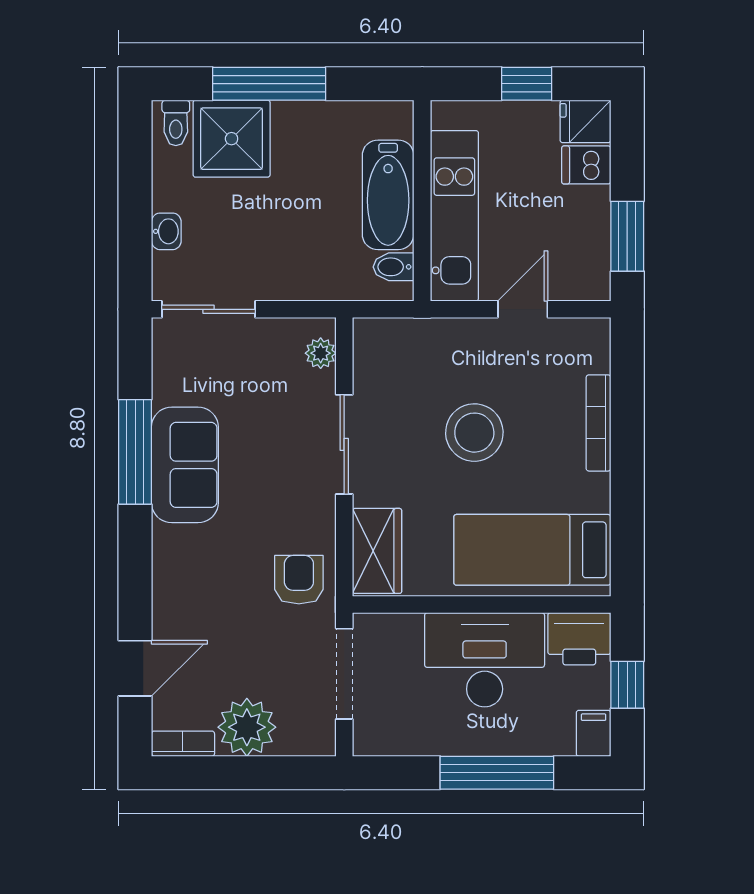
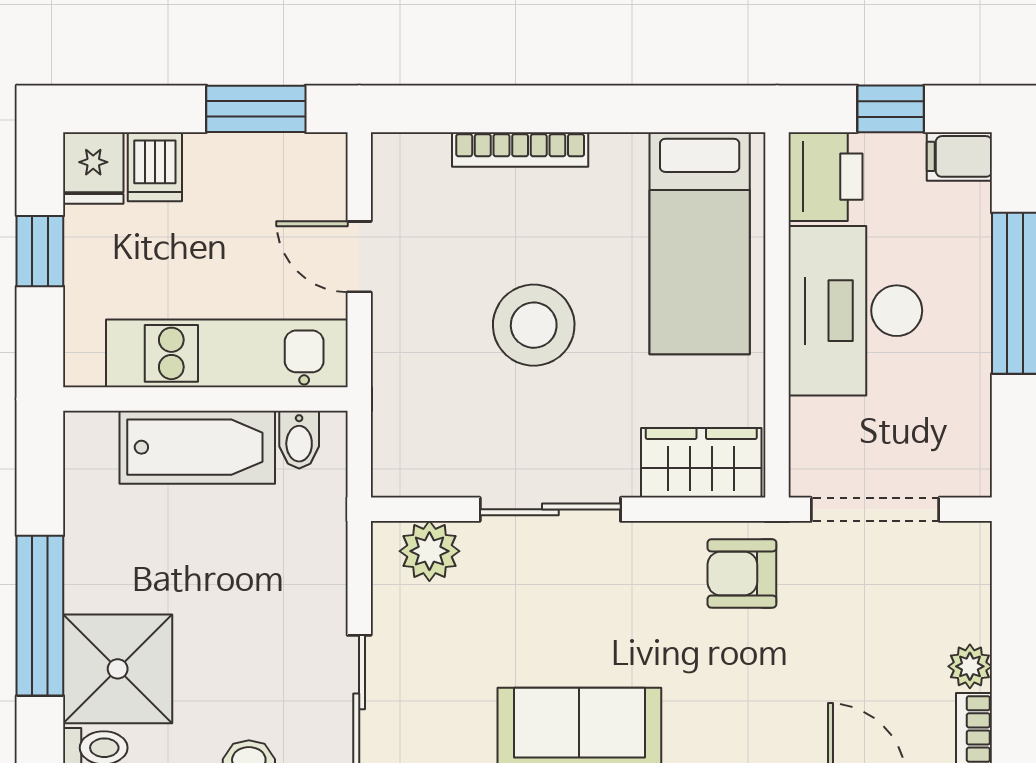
plant: (321, 353) -> (429, 551), width x1.38, depth x1.38
plant: (247, 727) -> (970, 666), width x0.53, depth x0.53

